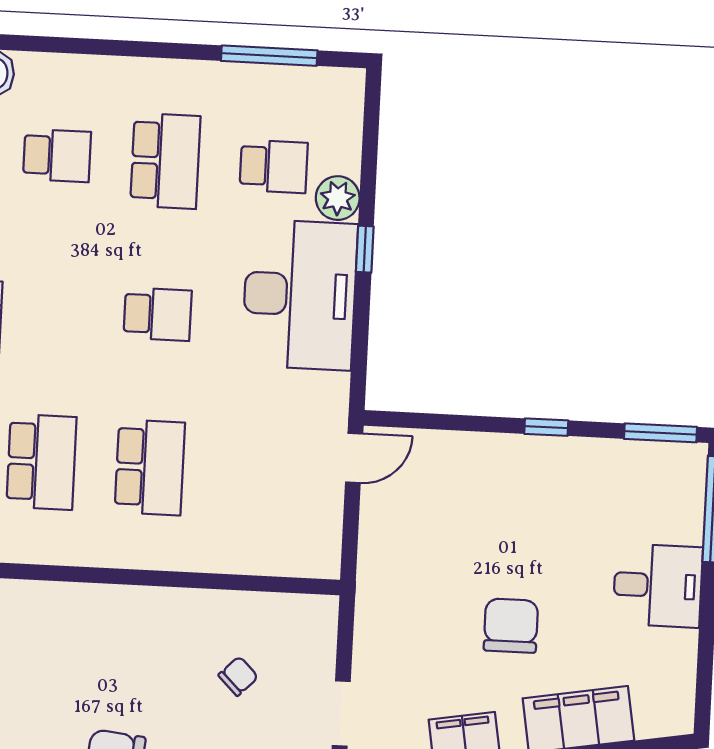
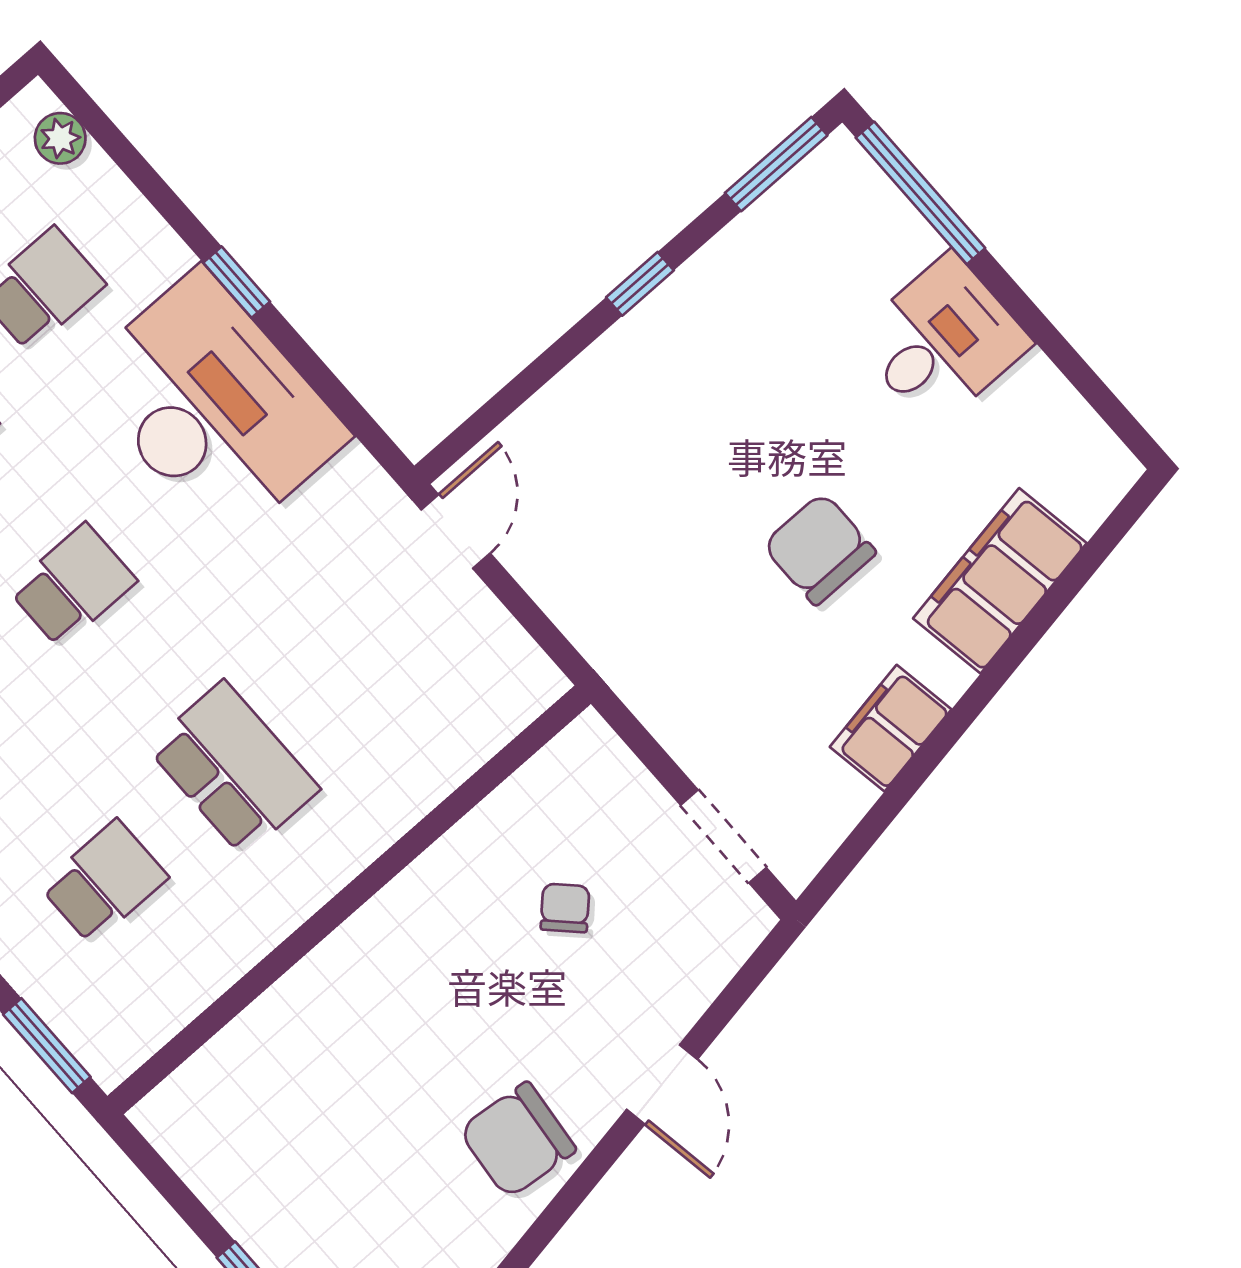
plant: (338, 198) -> (60, 138), moved, width x0.73, depth x0.73
school desk: (41, 462) -> (104, 882), width x0.54

